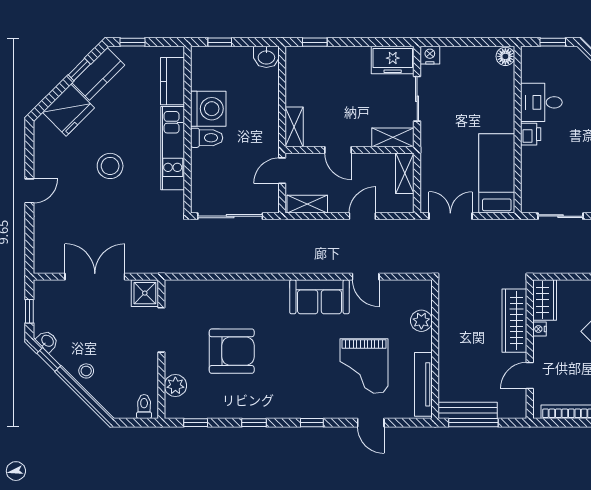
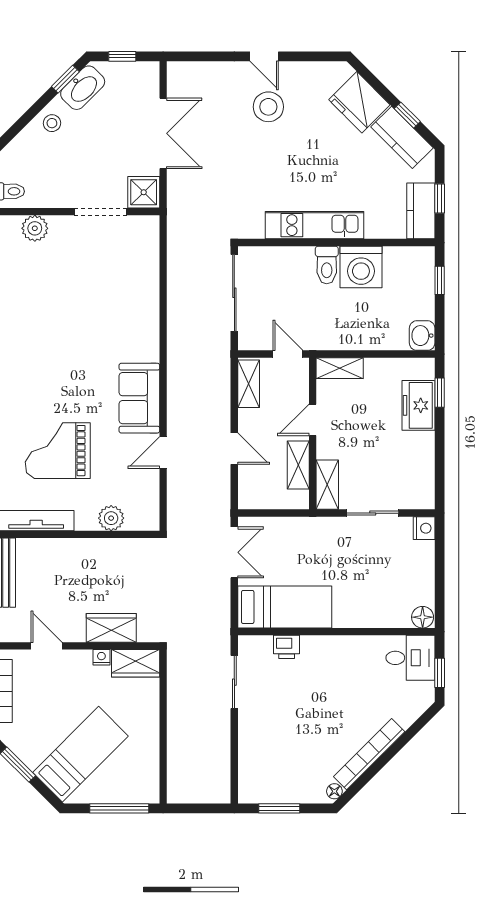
window: (133, 42) -> (440, 198), moved
freezer: (393, 60) -> (418, 405), moved
kitchen counter: (173, 81) -> (421, 211), moved, turned -90
desk: (541, 102) -> (410, 658), moved, turned 90
printer: (531, 134) -> (287, 647), moved
stool: (110, 166) -> (268, 107), moved
shelving: (405, 173) -> (298, 465), moved, turned 90
wardrobe: (514, 321) -> (111, 628), width x0.67
washbasin: (47, 341) -> (83, 88), width x1.91, depth x1.45
armchair: (232, 351) -> (75, 295), removed

